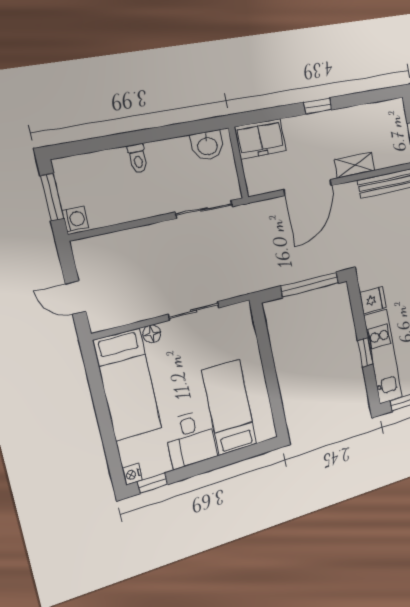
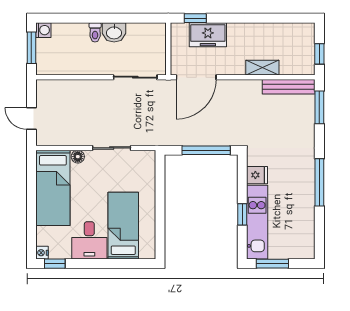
window: (318, 106) -> (195, 18), moved
freezer: (260, 139) -> (208, 35), moved
washbasin: (207, 145) -> (114, 32), moved
door: (308, 188) -> (196, 77), moved
washing machine: (75, 219) -> (43, 30), moved

